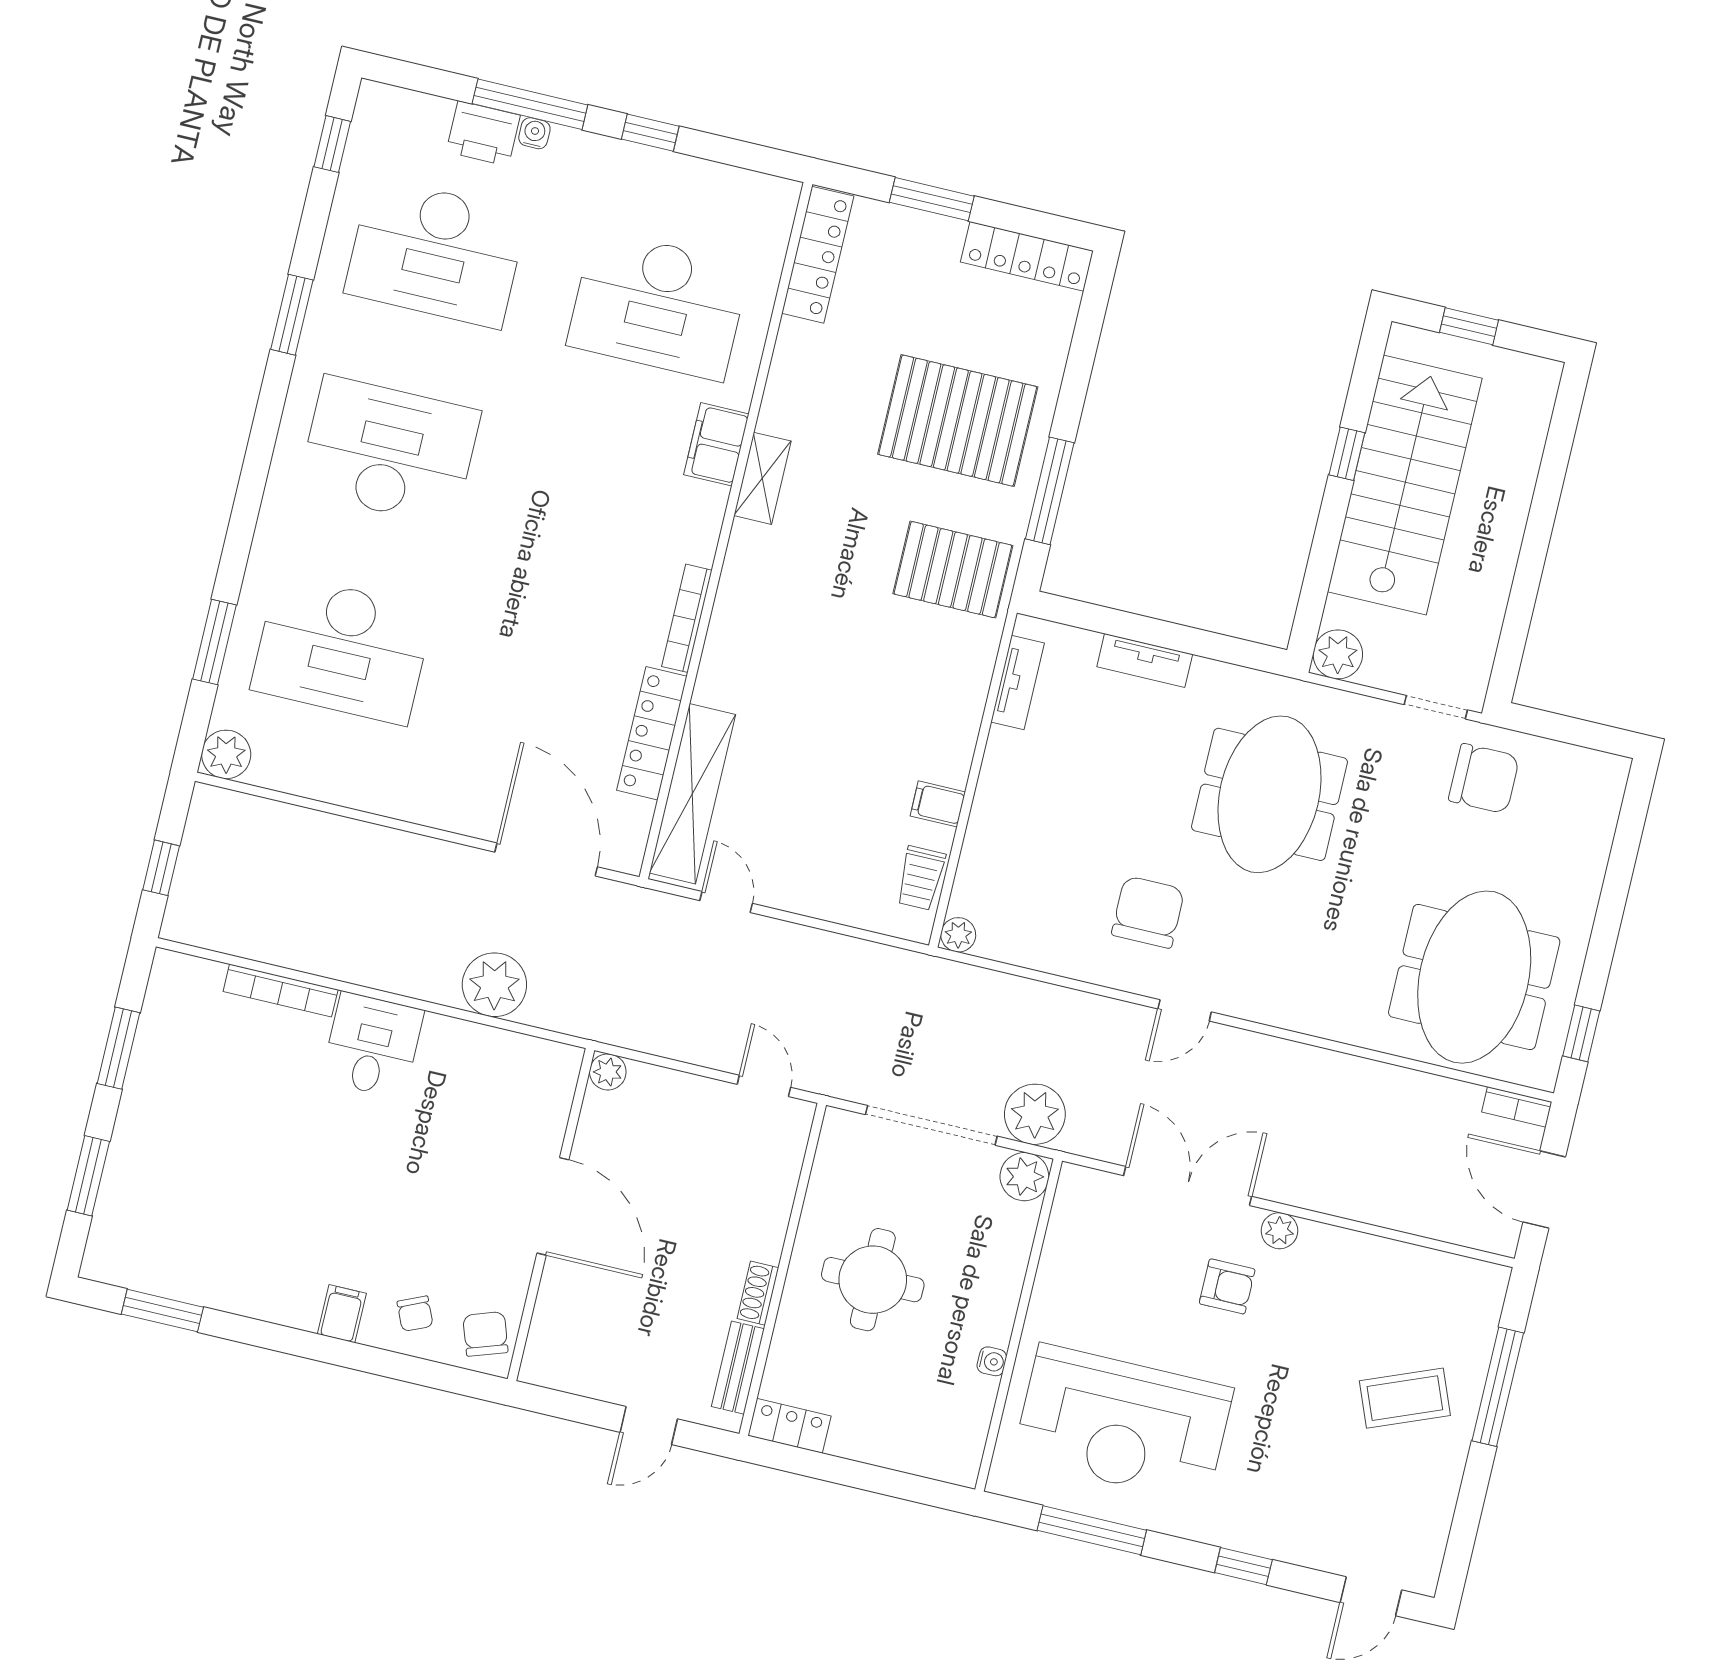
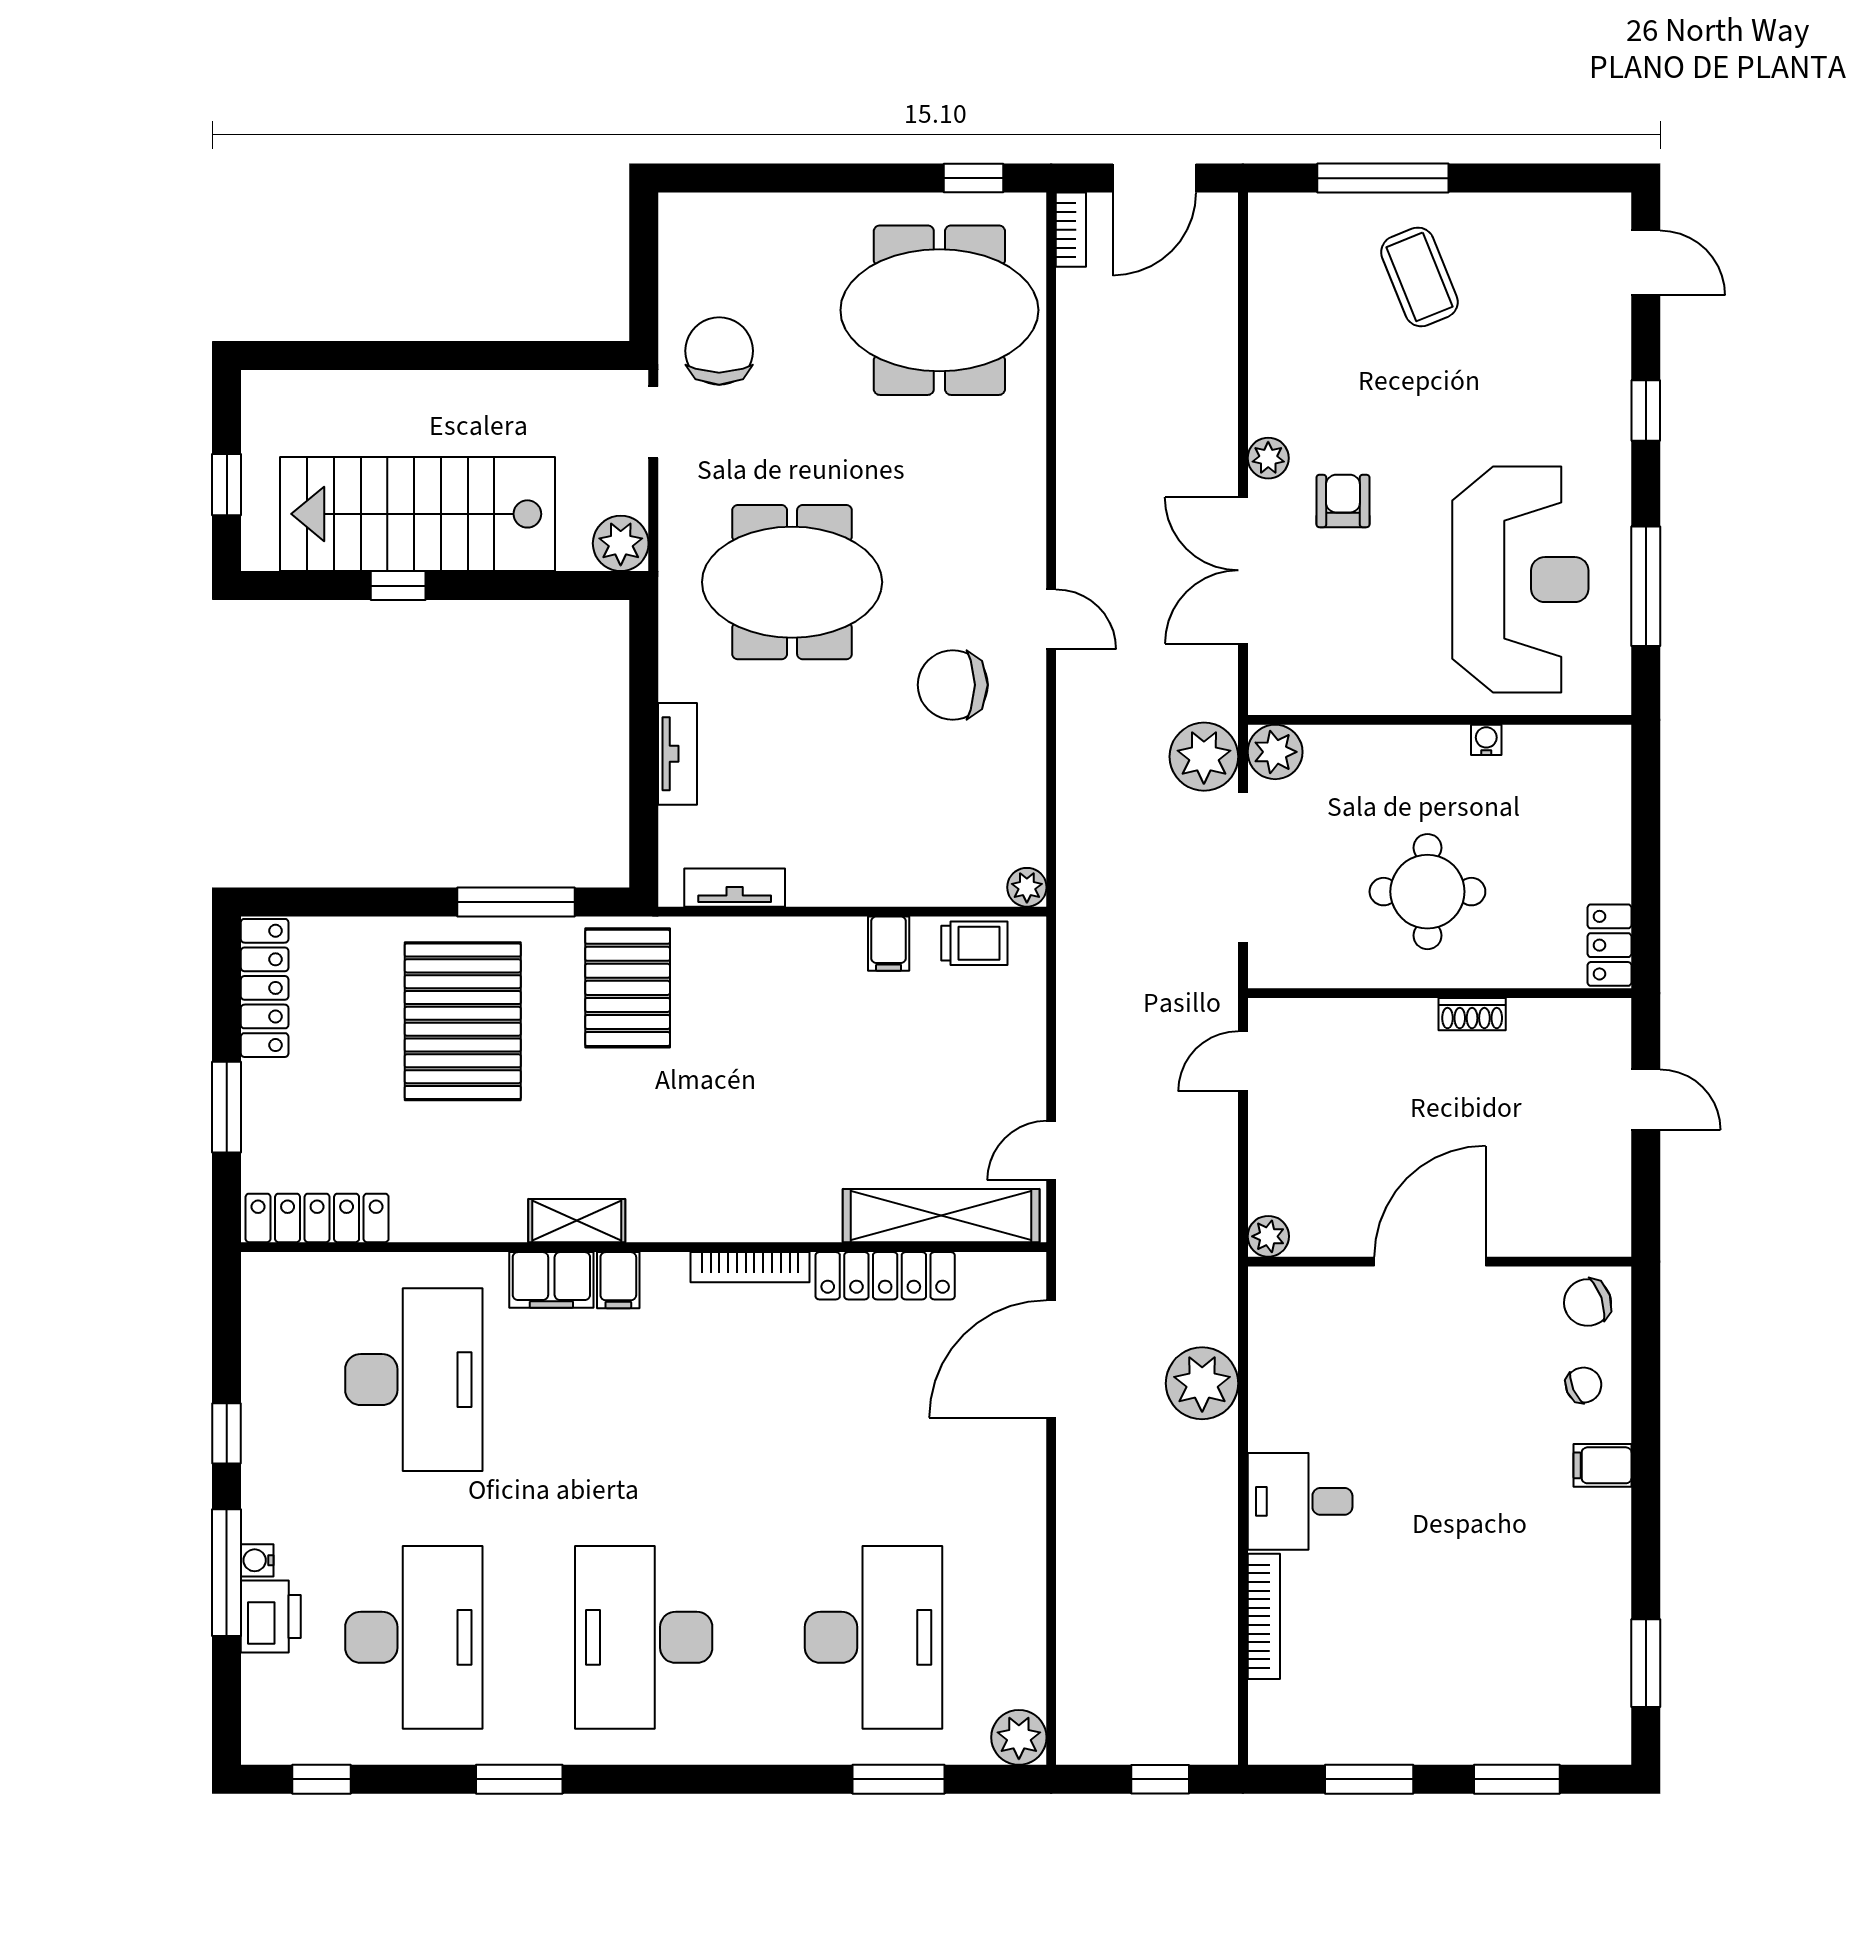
filing cabinet: (703, 502) -> (618, 1280), added
bench: (738, 1368) -> (1559, 1017), removed

